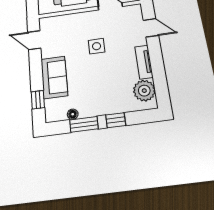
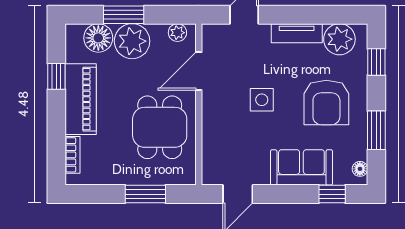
armchair: (100, 88) -> (326, 102), added
floor lamp: (73, 114) -> (360, 169), moved
window: (116, 120) -> (376, 62), moved

